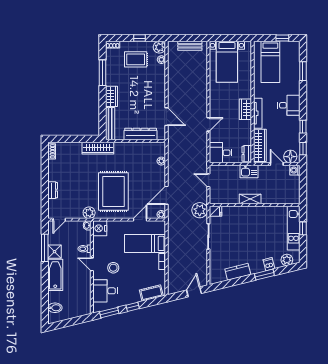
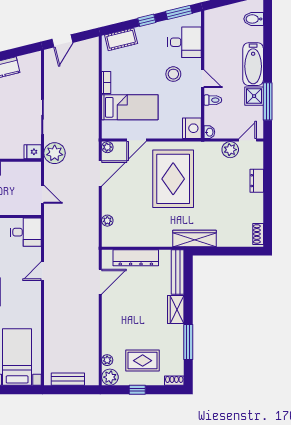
door: (166, 117) -> (100, 282), swing flipped
plant: (89, 213) -> (230, 150), moved

